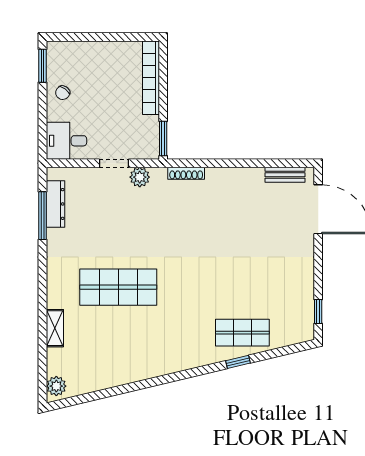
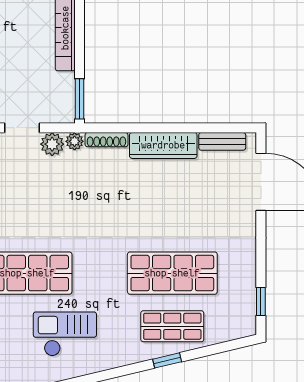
plant: (159, 175) -> (75, 141), added
wardrobe: (235, 178) -> (163, 145), added
shop shelf: (242, 287) -> (172, 273), added
checkout: (151, 339) -> (65, 334), added

